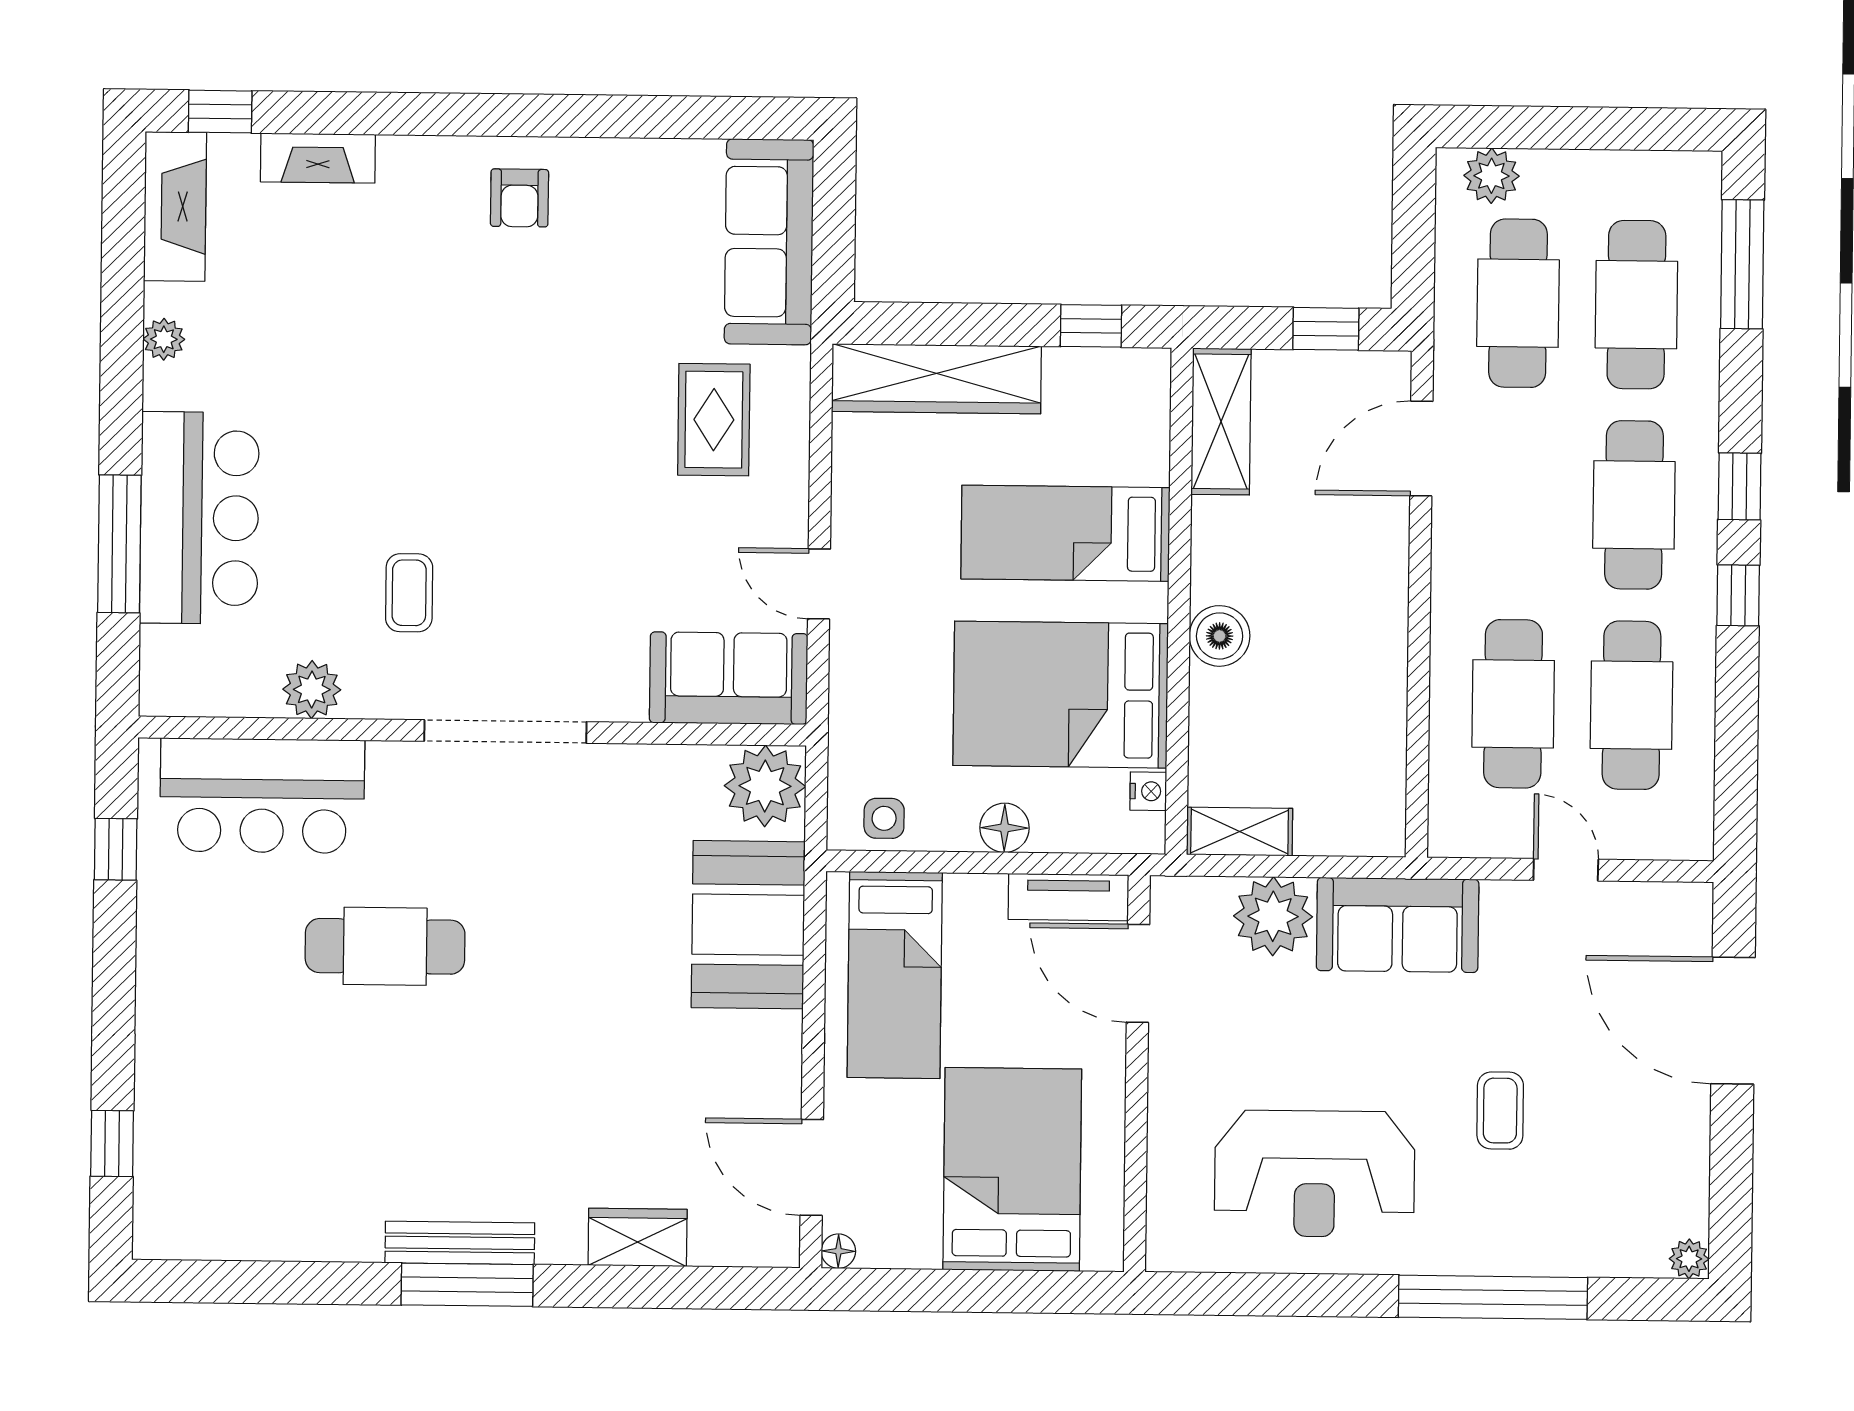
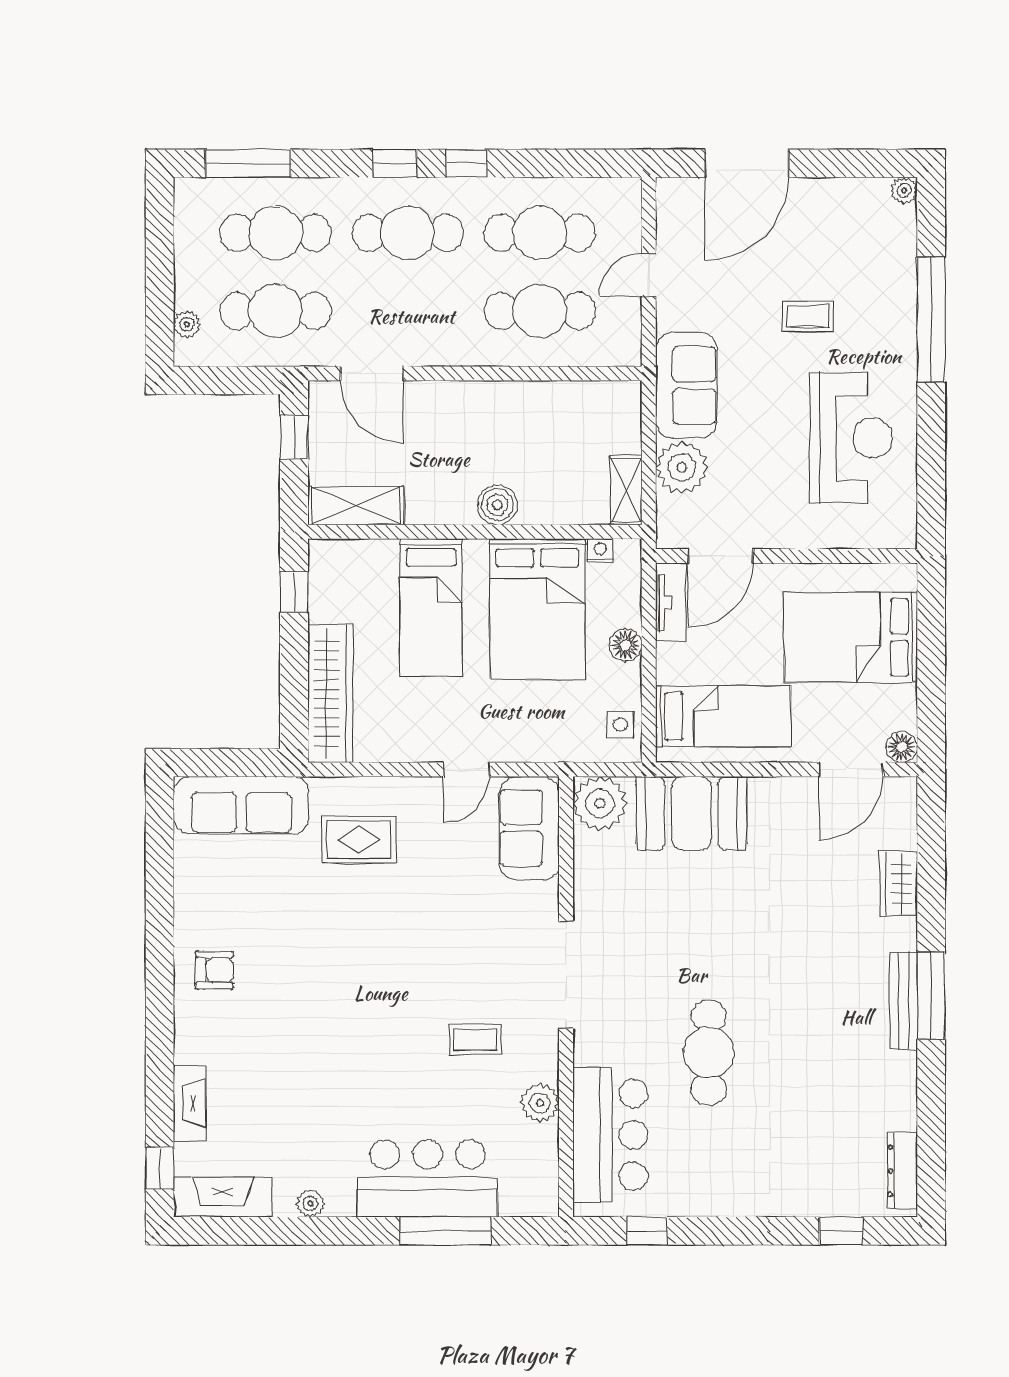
plant: (1491, 176) -> (187, 324), width x0.73, depth x0.73
dresser: (202, 1238) -> (902, 1171), added
floor lamp: (838, 1251) -> (902, 747), width x1.37, depth x1.37

